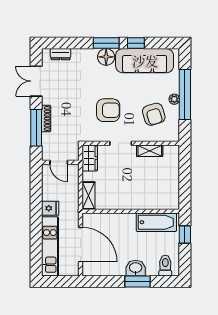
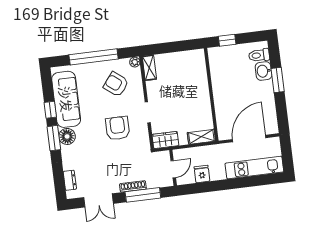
plant: (174, 99) -> (135, 62), moved
armchair: (154, 114) -> (116, 84), turned -125
shelving: (150, 151) -> (149, 68), moved
fridge: (50, 208) -> (202, 174), moved
bathtub: (156, 222) -> (219, 69), removed
washbasin: (136, 268) -> (263, 71), moved

